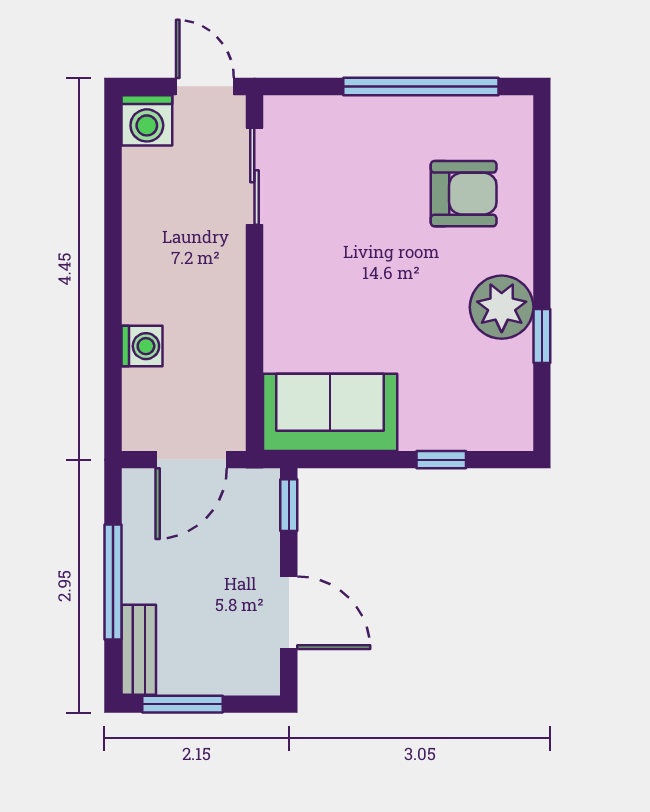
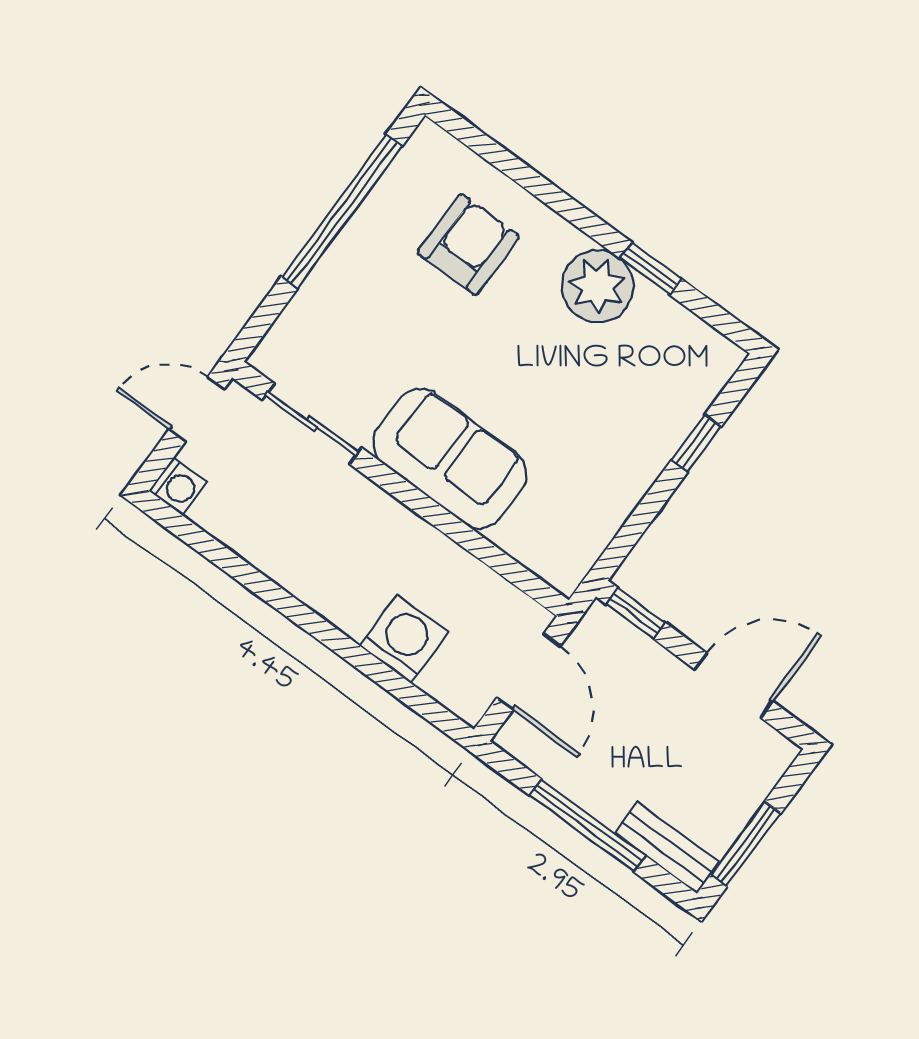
washing machine: (147, 120) -> (178, 486), width x0.73, depth x0.73
washing machine: (142, 346) -> (404, 639), width x1.38, depth x1.38
sofa: (330, 412) -> (450, 459), moved, turned 90

